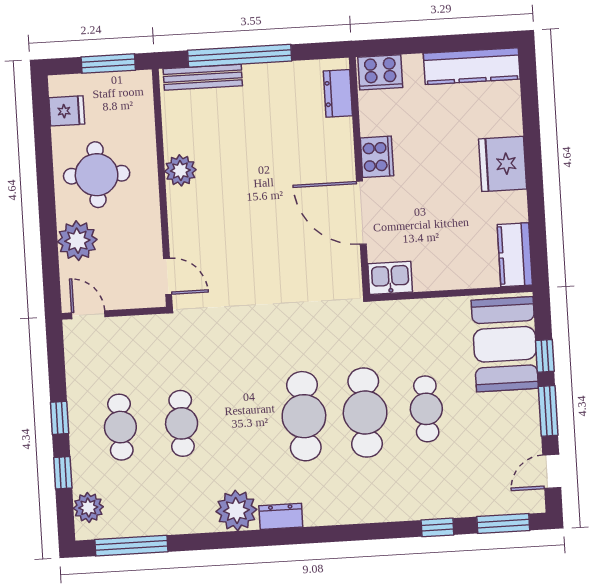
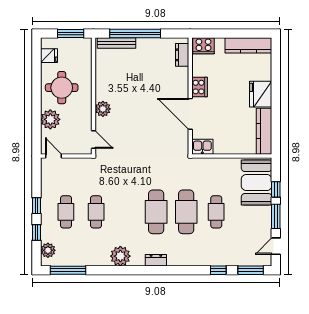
plant: (180, 170) -> (103, 109), moved
kitchen counter: (515, 255) -> (264, 131), width x1.50
dresser: (281, 516) -> (156, 260), moved

